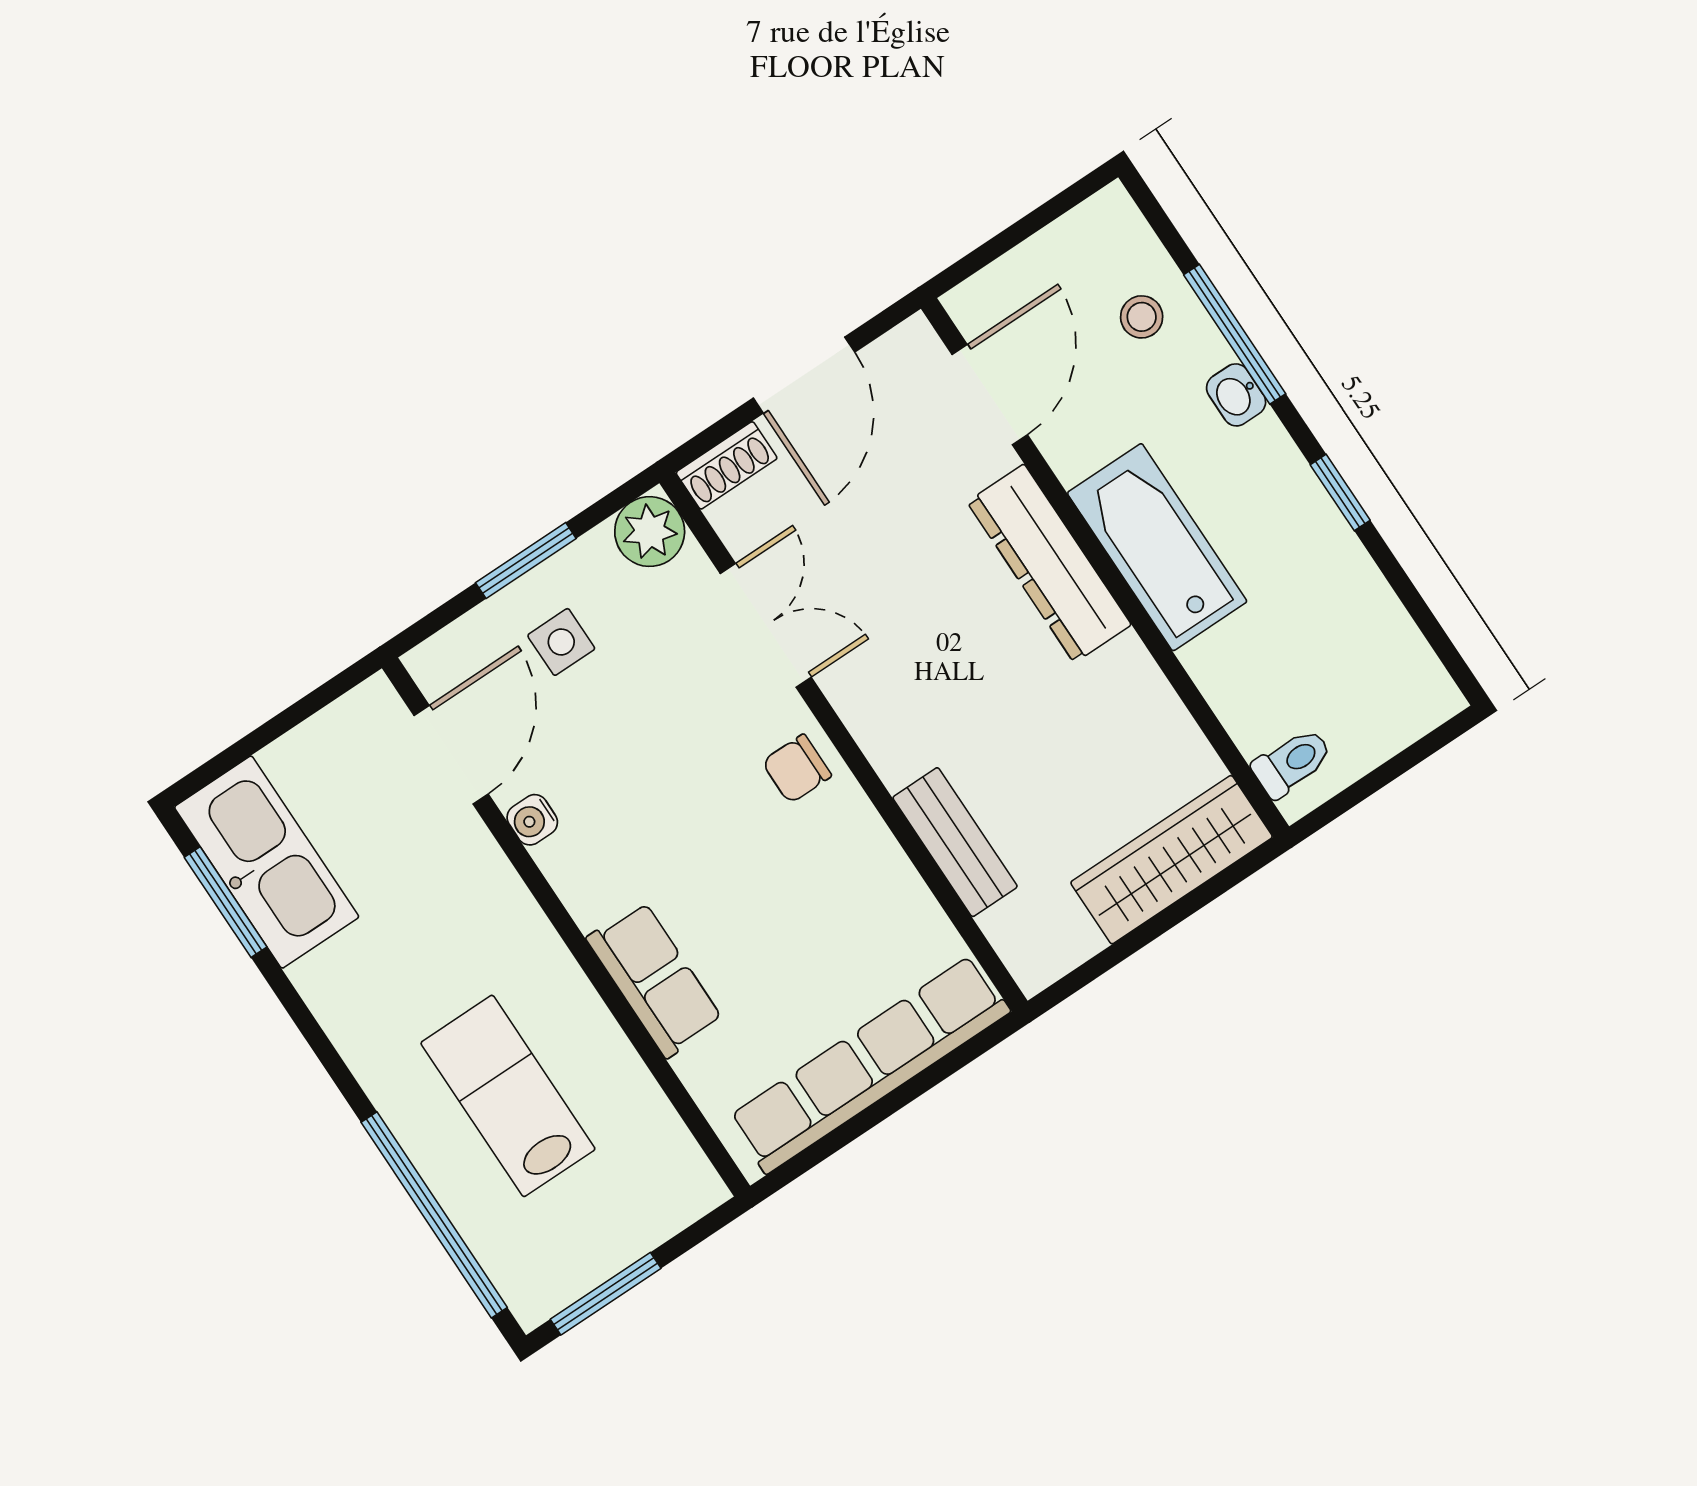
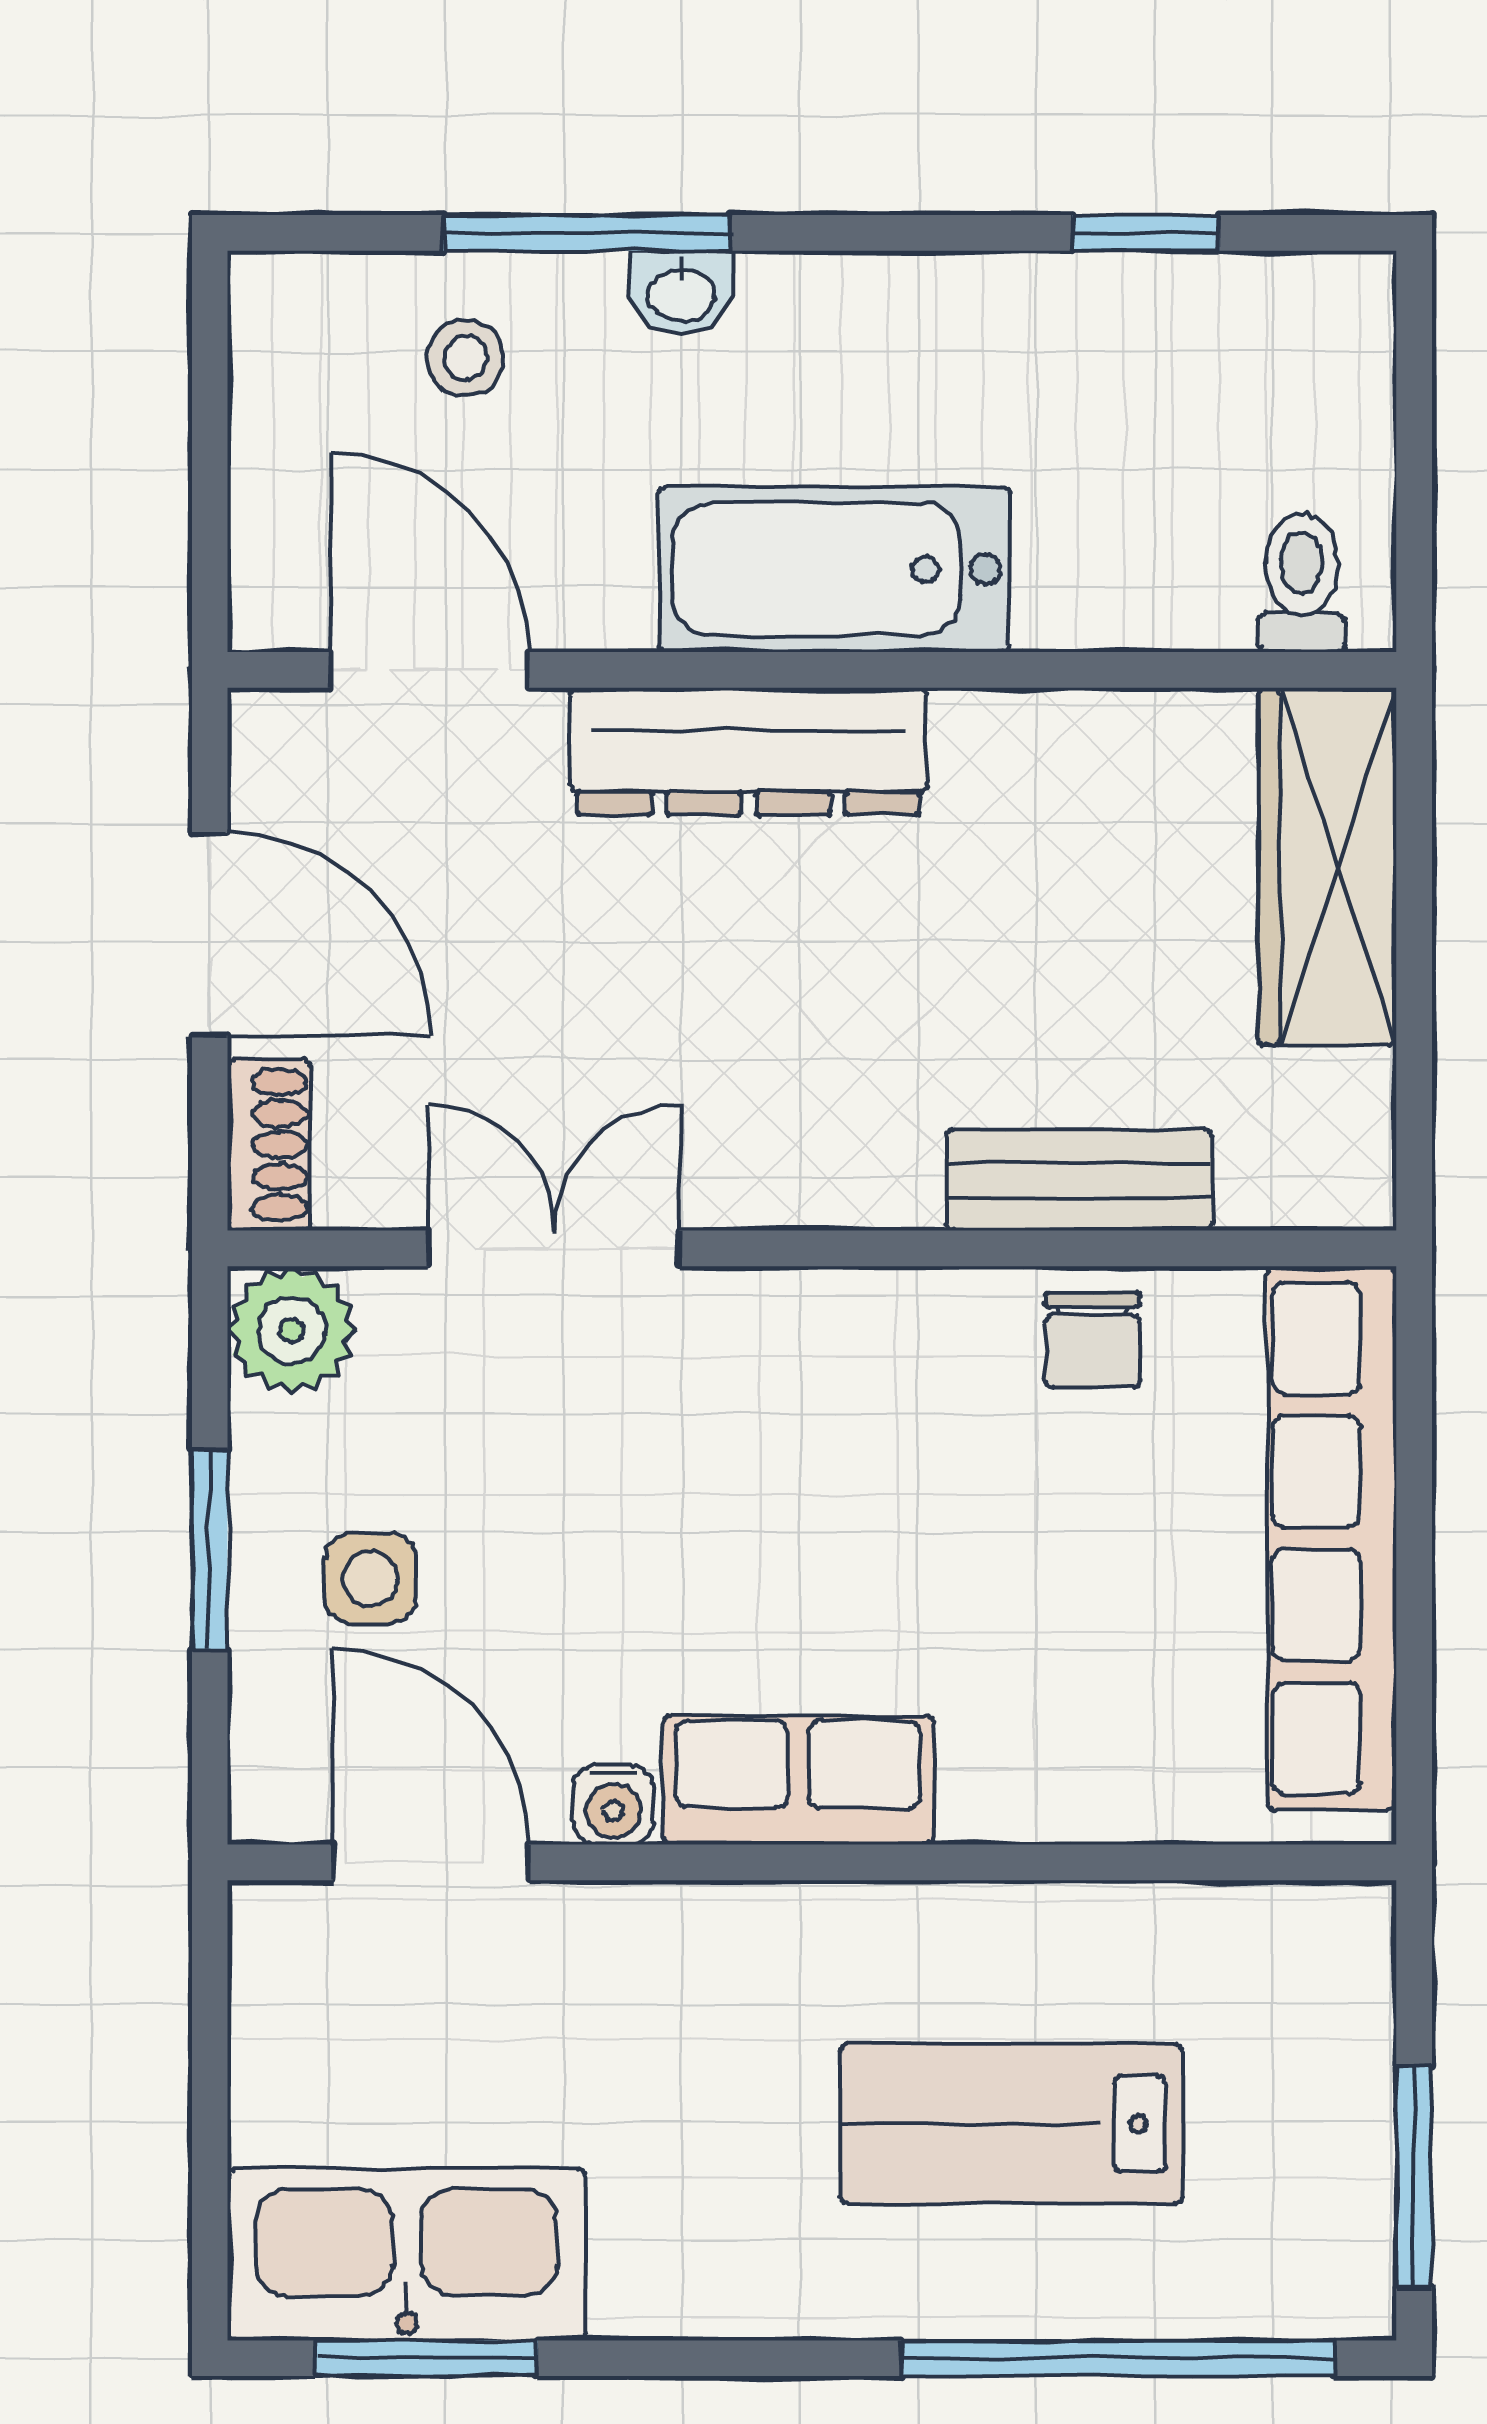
window: (1340, 493) -> (1146, 233), moved
chair: (797, 769) -> (1093, 1340), moved
row of seats: (655, 979) -> (798, 1780), moved

